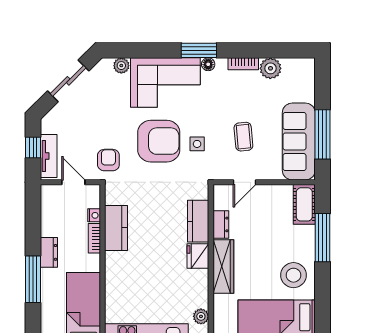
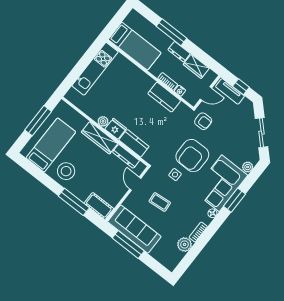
window: (199, 50) -> (235, 200), moved
wardrobe: (50, 219) -> (196, 66), added
dresser: (221, 224) -> (126, 156), width x1.44
plant: (201, 316) -> (103, 121), moved

